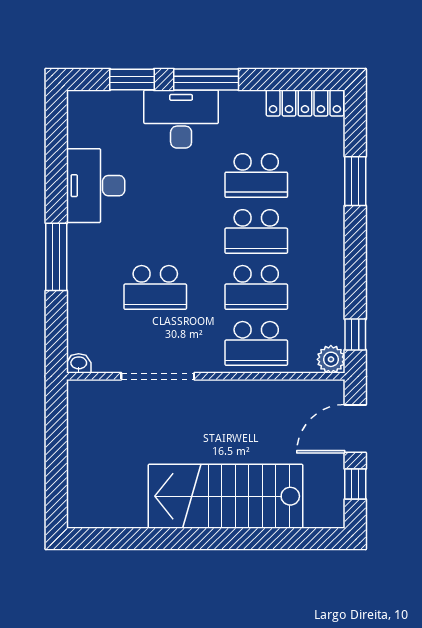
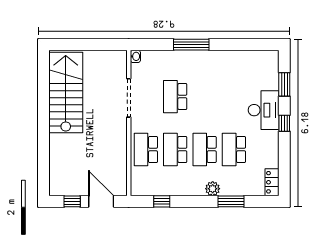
window: (206, 79) -> (284, 123), width x0.46
locker: (305, 103) -> (272, 182), width x0.66
desk: (96, 186) -> (229, 65), removed
window: (355, 335) -> (162, 201), moved
plant: (331, 359) -> (213, 189), moved
stairs: (226, 496) -> (66, 93), moved

